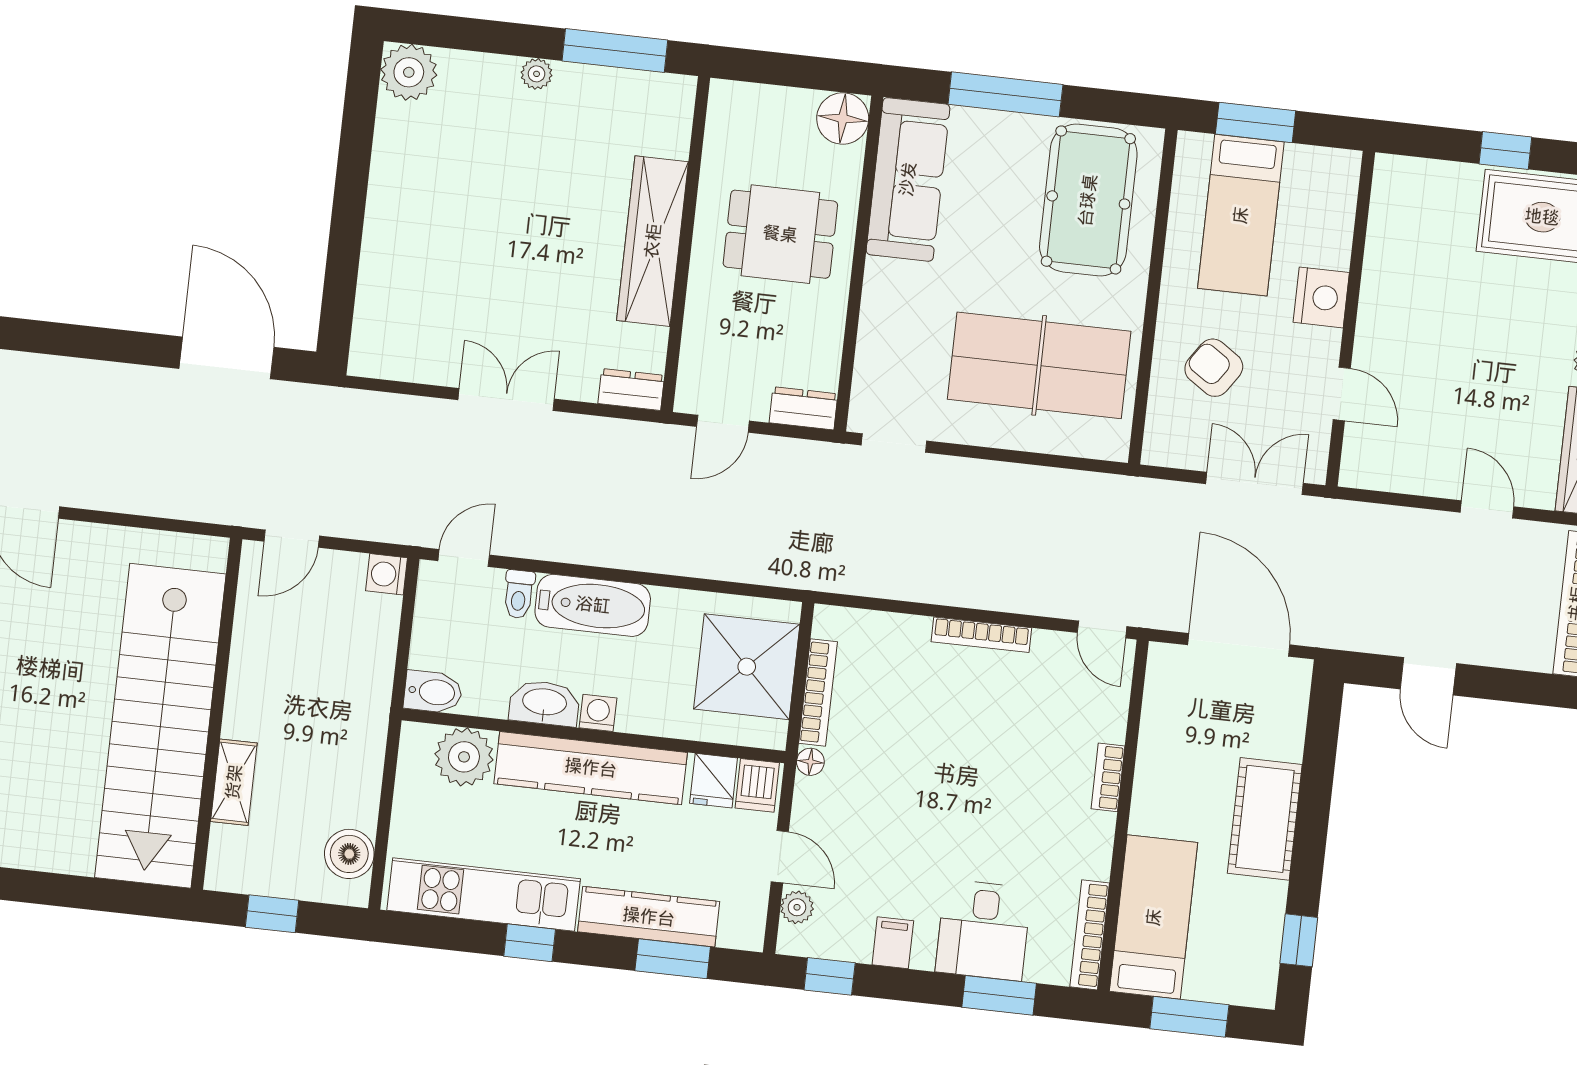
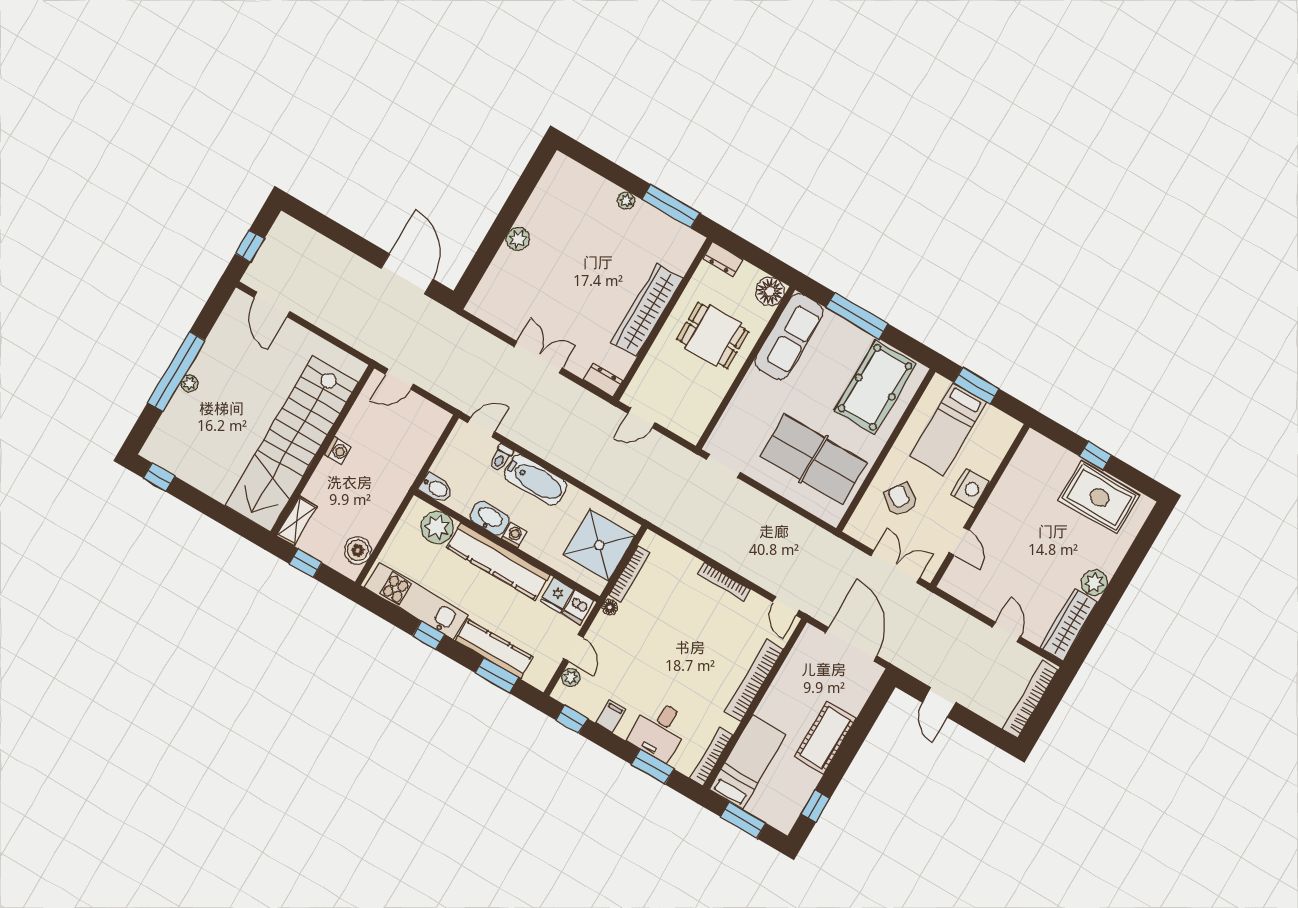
plant: (409, 72) -> (518, 239), moved, width x0.73, depth x0.73
dresser: (803, 408) -> (723, 259), moved, turned 180
washing machine: (387, 574) -> (338, 451), moved, turned 180
bookcase: (1108, 777) -> (754, 680), width x2.31, depth x1.31
shelving: (234, 782) -> (297, 521), moved

